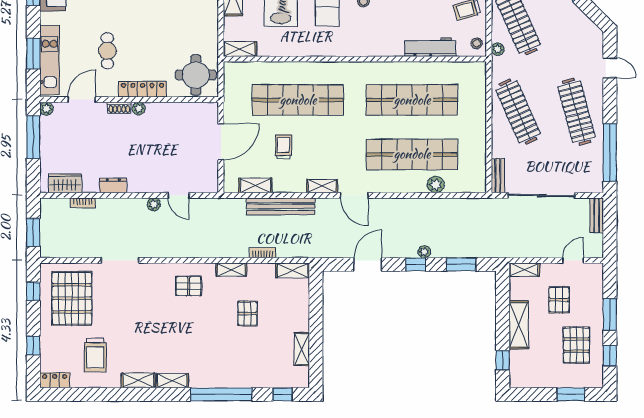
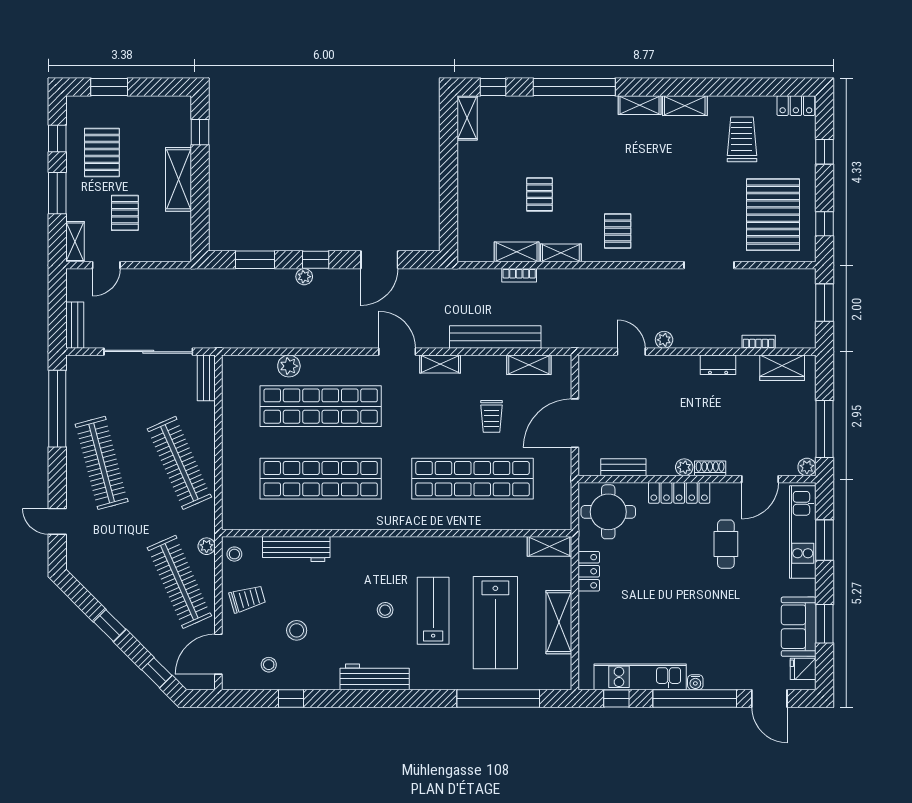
locker: (210, 30) -> (589, 571), added
bench: (184, 108) -> (623, 467), added
shelving: (293, 270) -> (517, 252), moved
shelving: (524, 270) -> (75, 242), moved, turned 90
pallet: (189, 286) -> (618, 231), turned 90
shelving: (302, 349) -> (467, 118), moved

